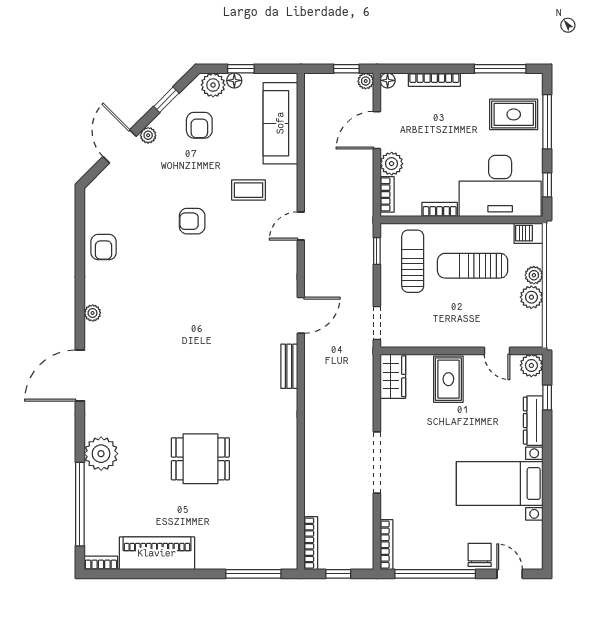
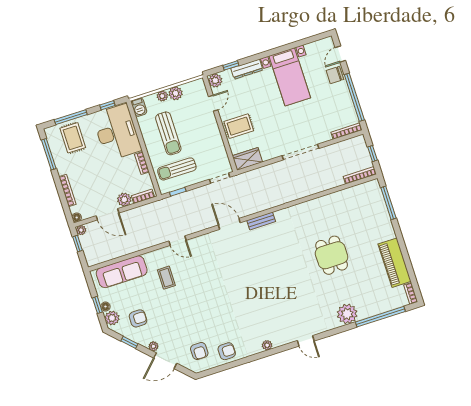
armchair: (192, 221) -> (199, 351), moved
door: (80, 375) -> (306, 341), width x0.53

